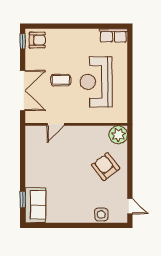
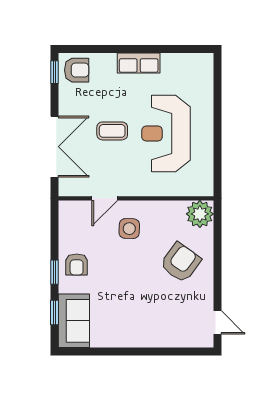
row of seats: (113, 35) -> (139, 63), moved
armchair: (106, 167) -> (181, 262), turned 74
armchair: (37, 168) -> (77, 264), added
window: (23, 173) -> (54, 272), added
side table: (101, 215) -> (129, 229), moved

